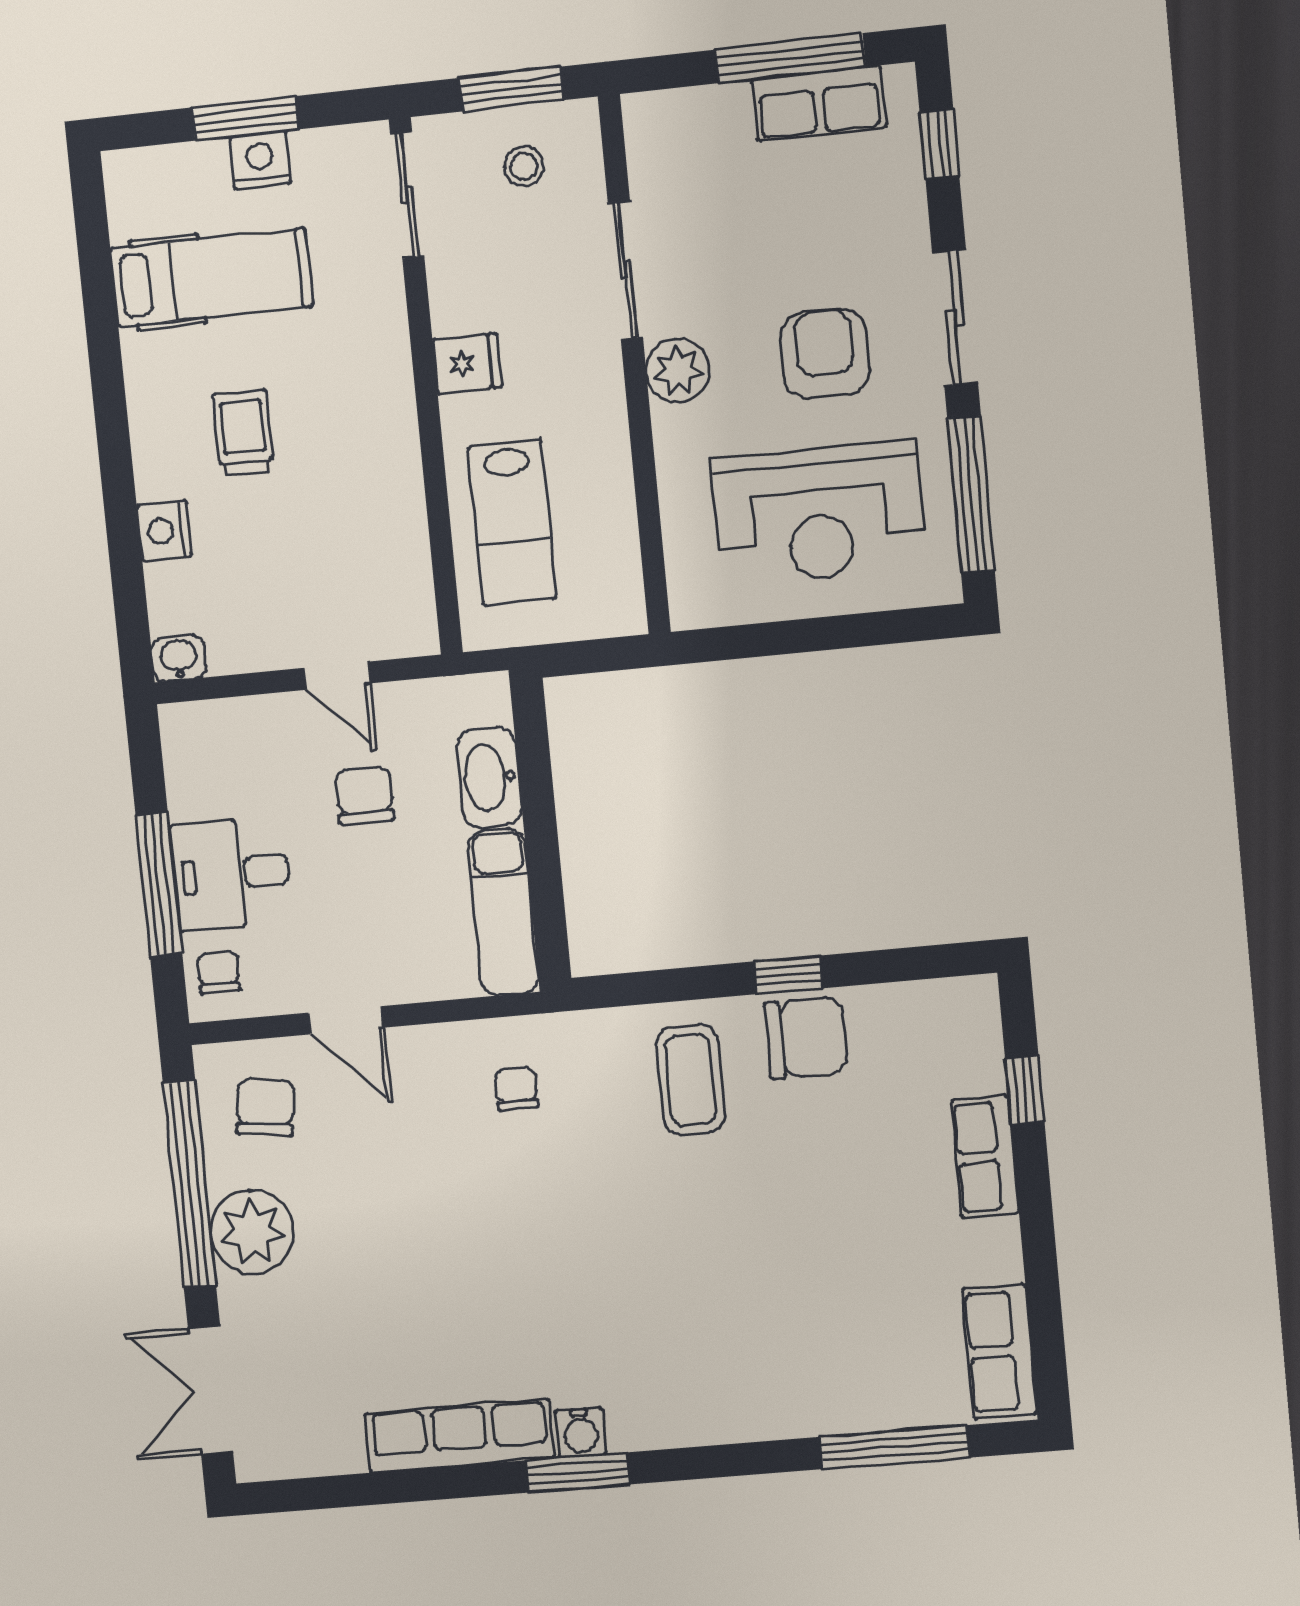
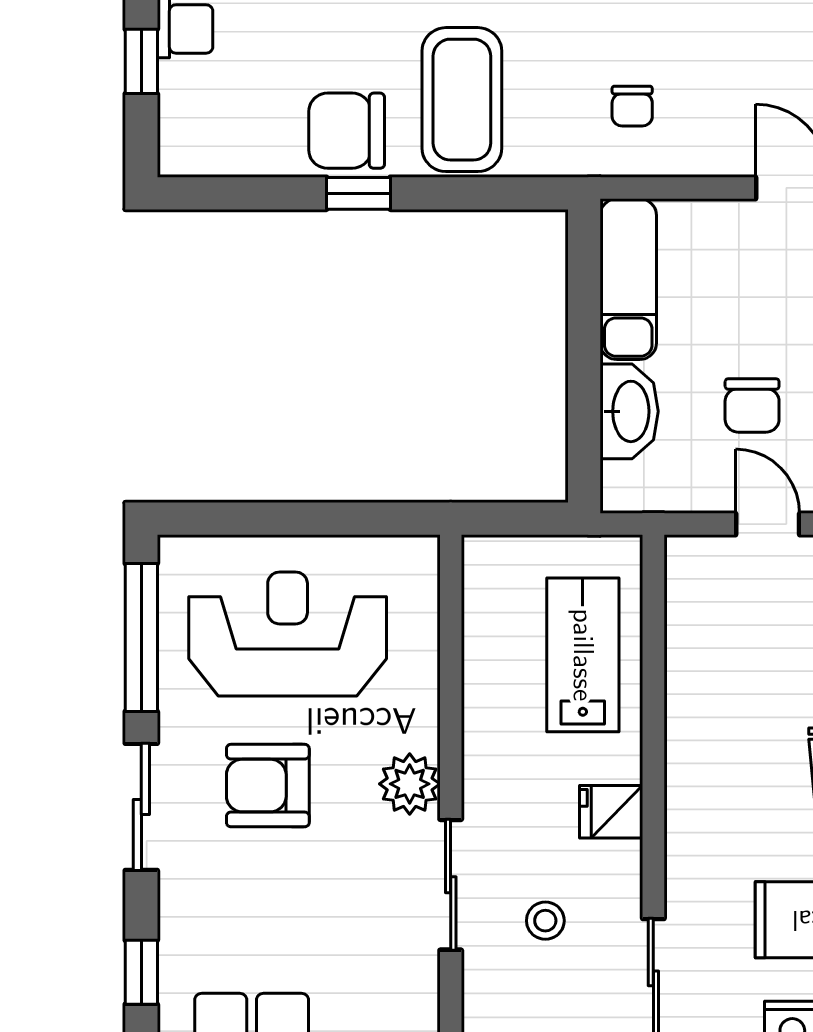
stool: (524, 166) -> (545, 921), moved
armchair: (825, 354) -> (268, 786), turned 90
coffee table: (691, 1080) -> (462, 100), width x1.36, depth x1.32

